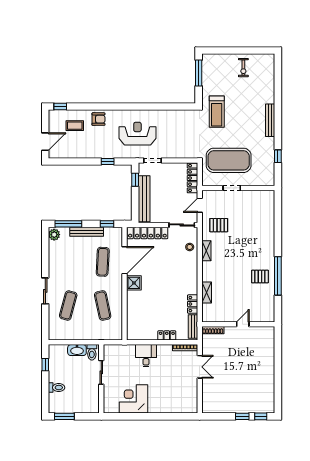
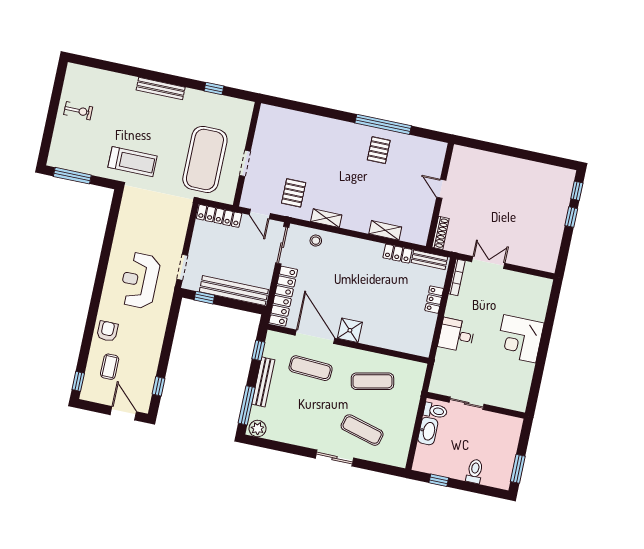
window: (108, 162) -> (158, 386), moved
corner desk: (134, 399) -> (520, 339), moved

